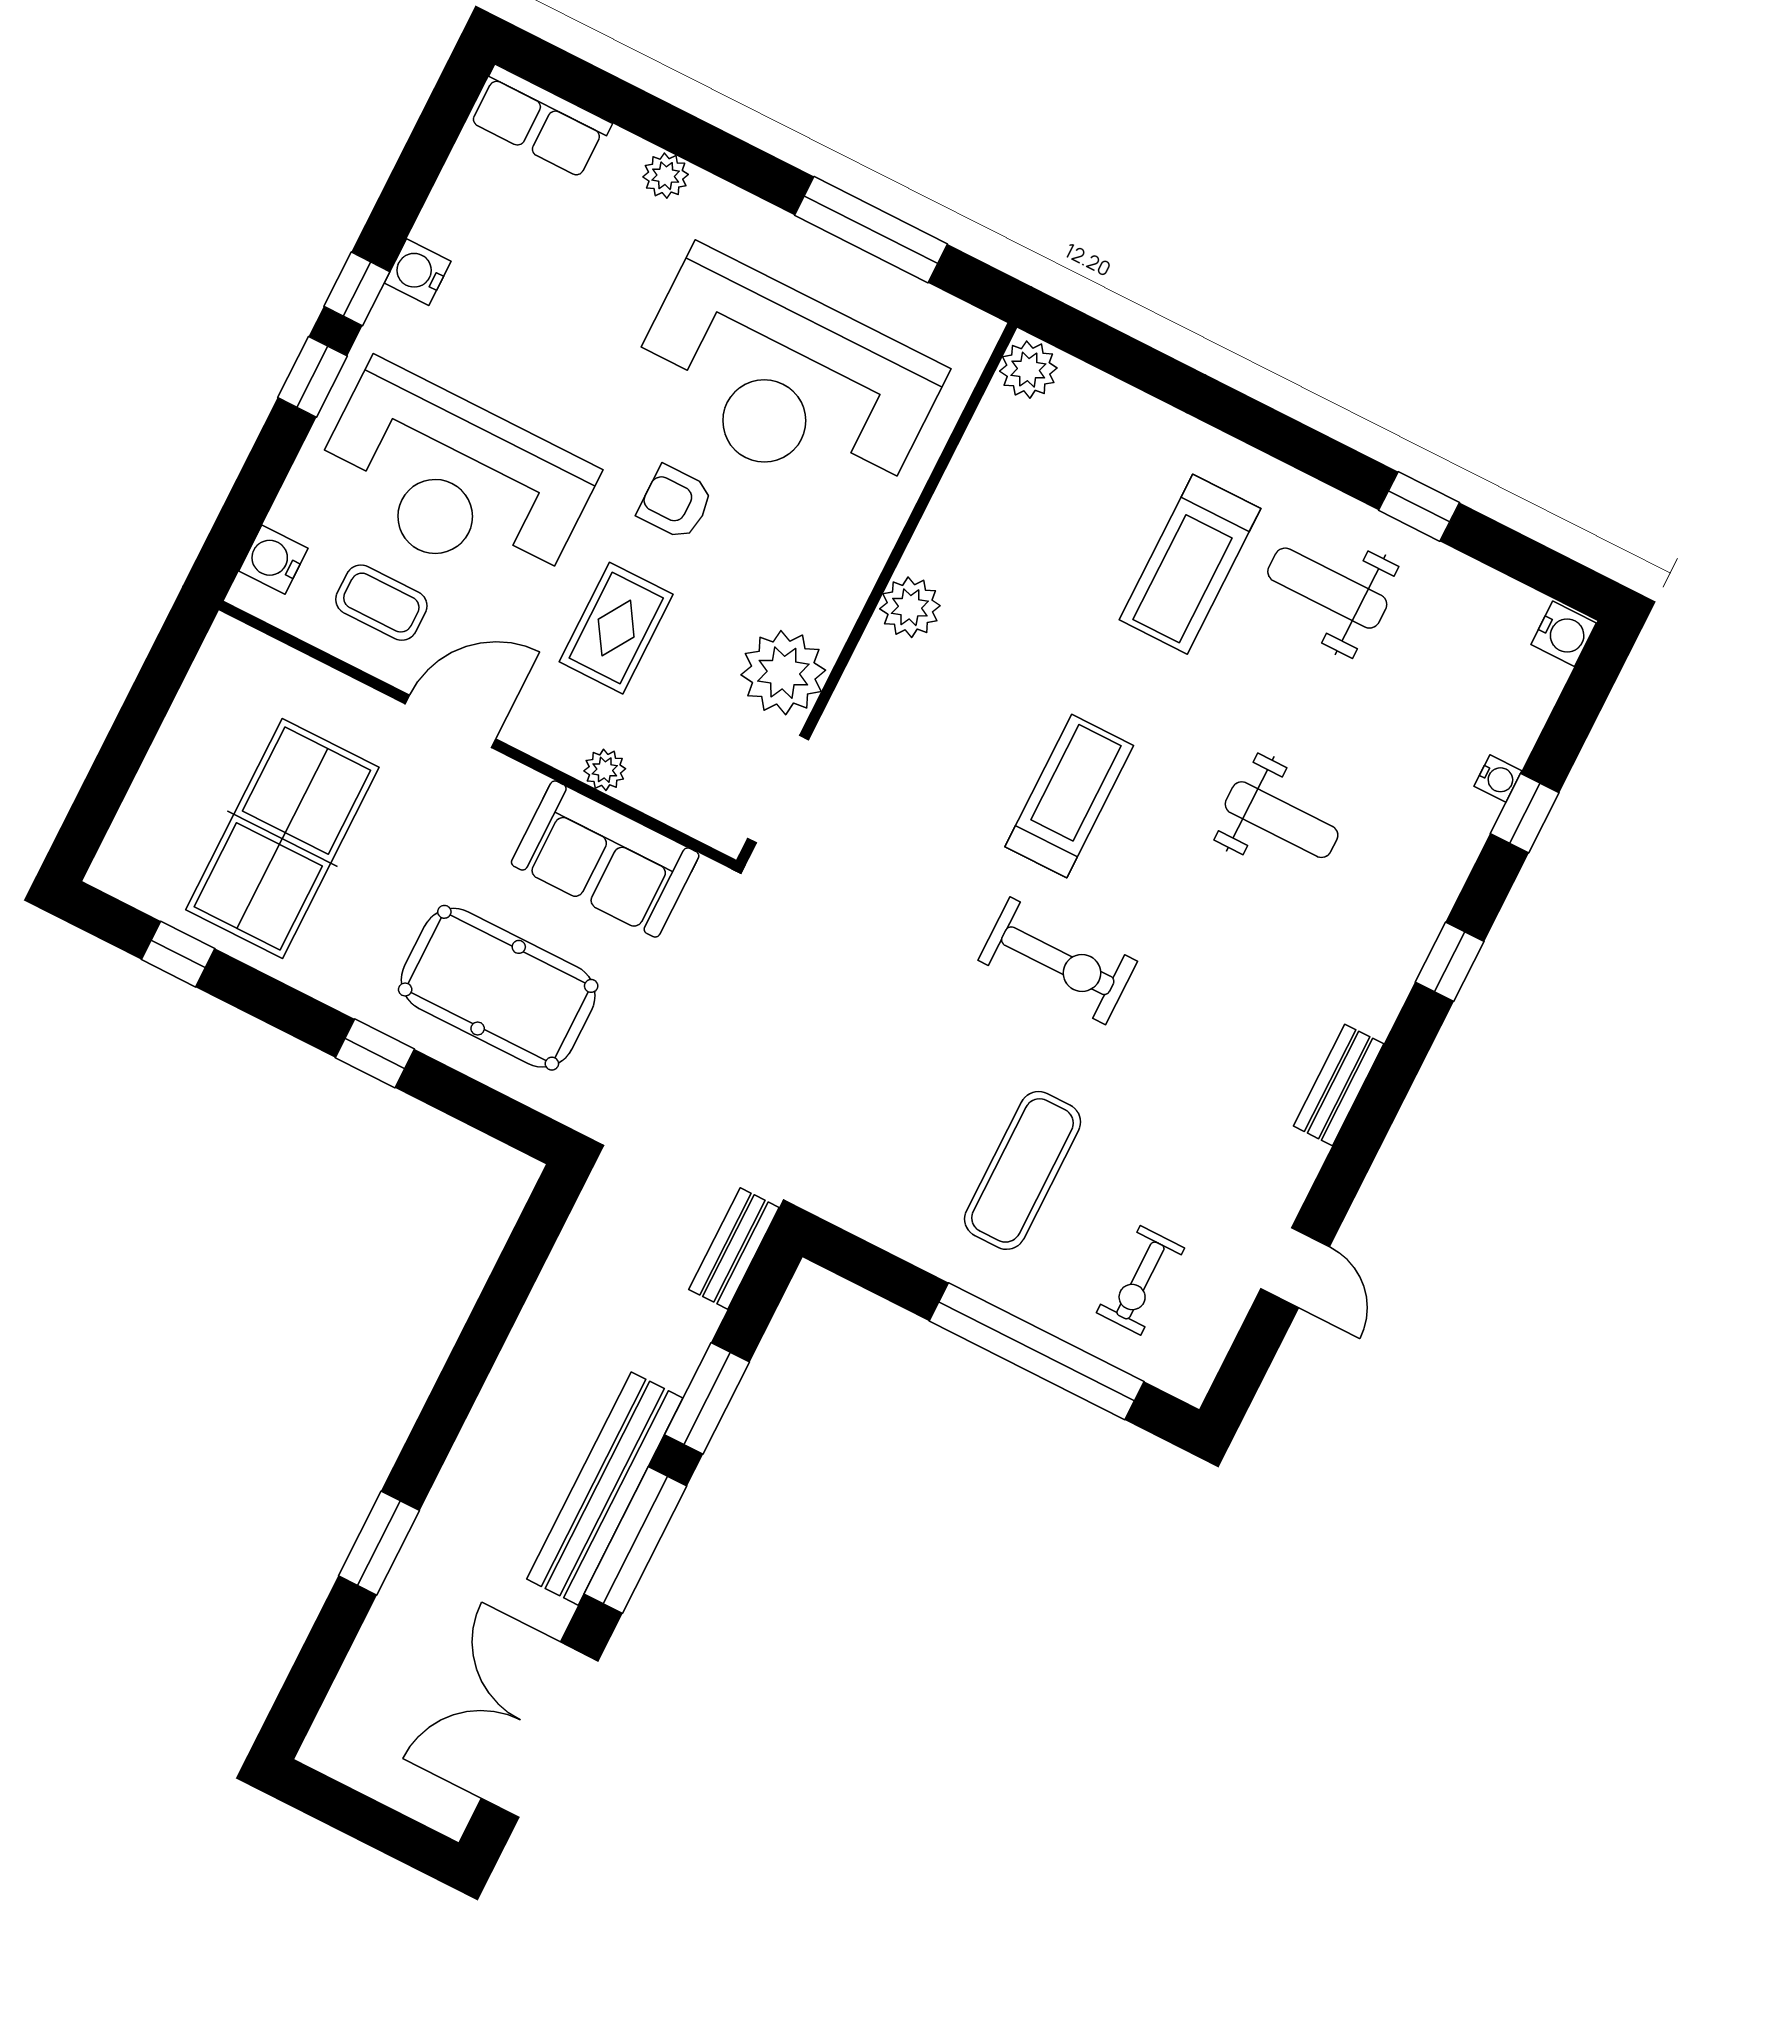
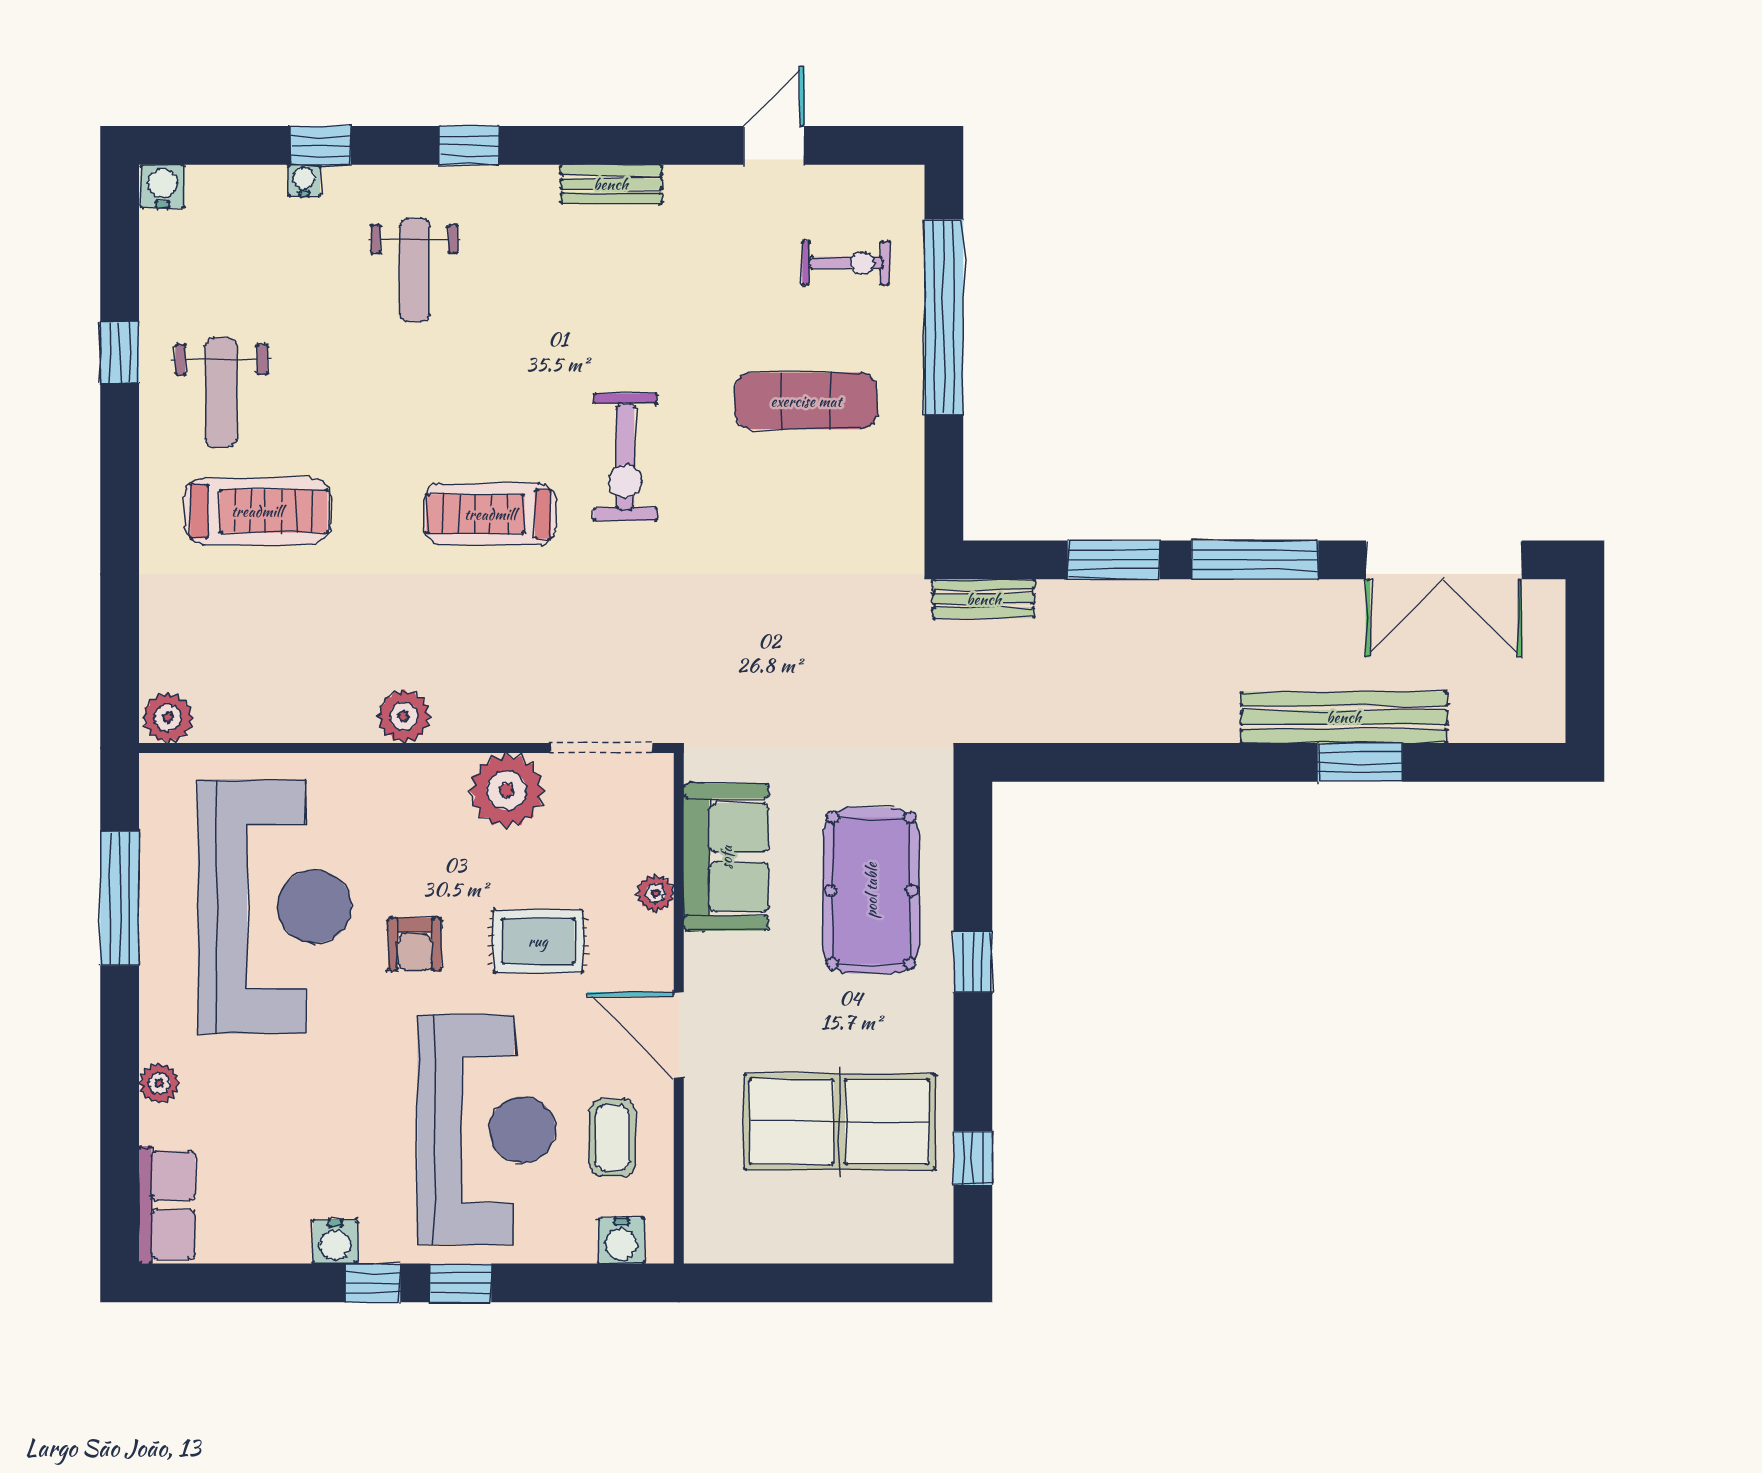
weight bench: (1282, 820) -> (414, 270), moved, turned 180
exercise bike: (1058, 961) -> (625, 457), turned 180
bench: (605, 1489) -> (1344, 717), moved

